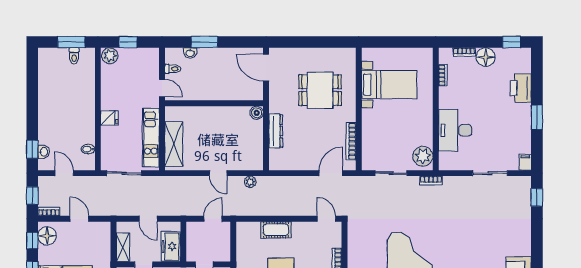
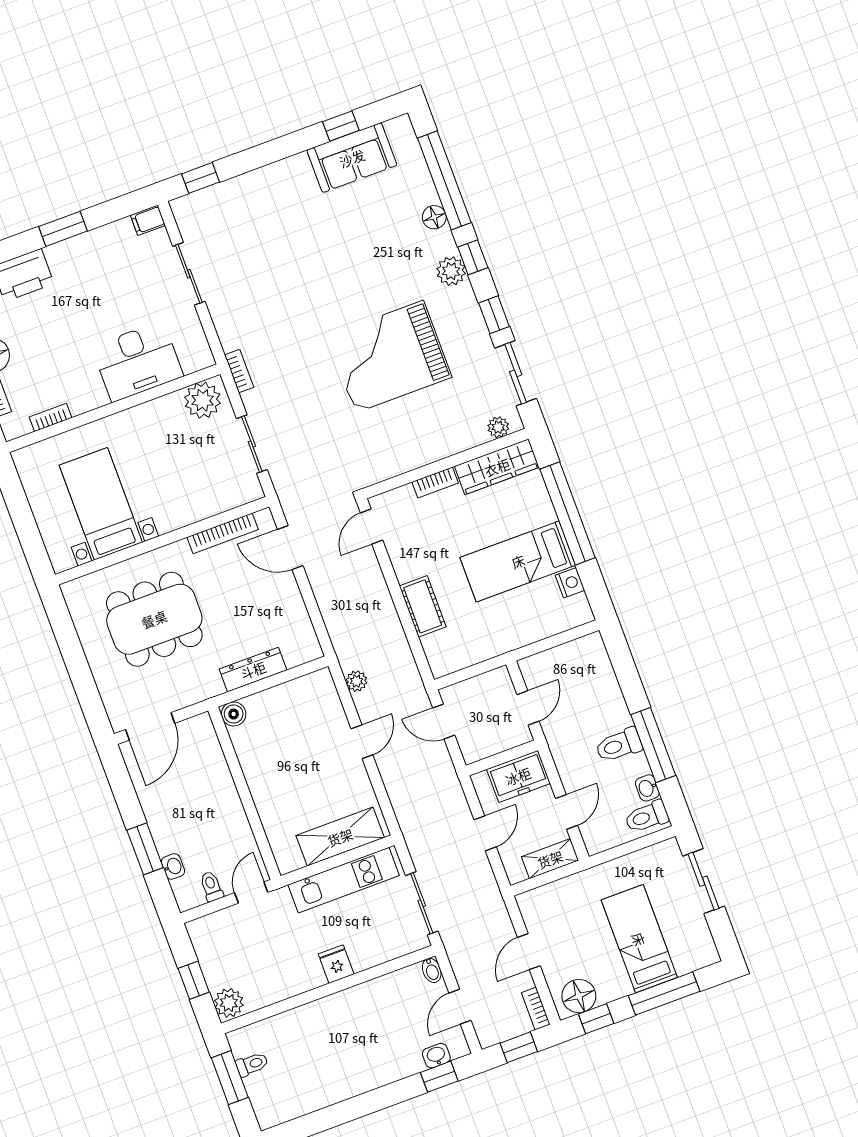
dining table: (320, 90) -> (154, 619), width x1.38
bidet: (88, 149) -> (432, 970), moved

